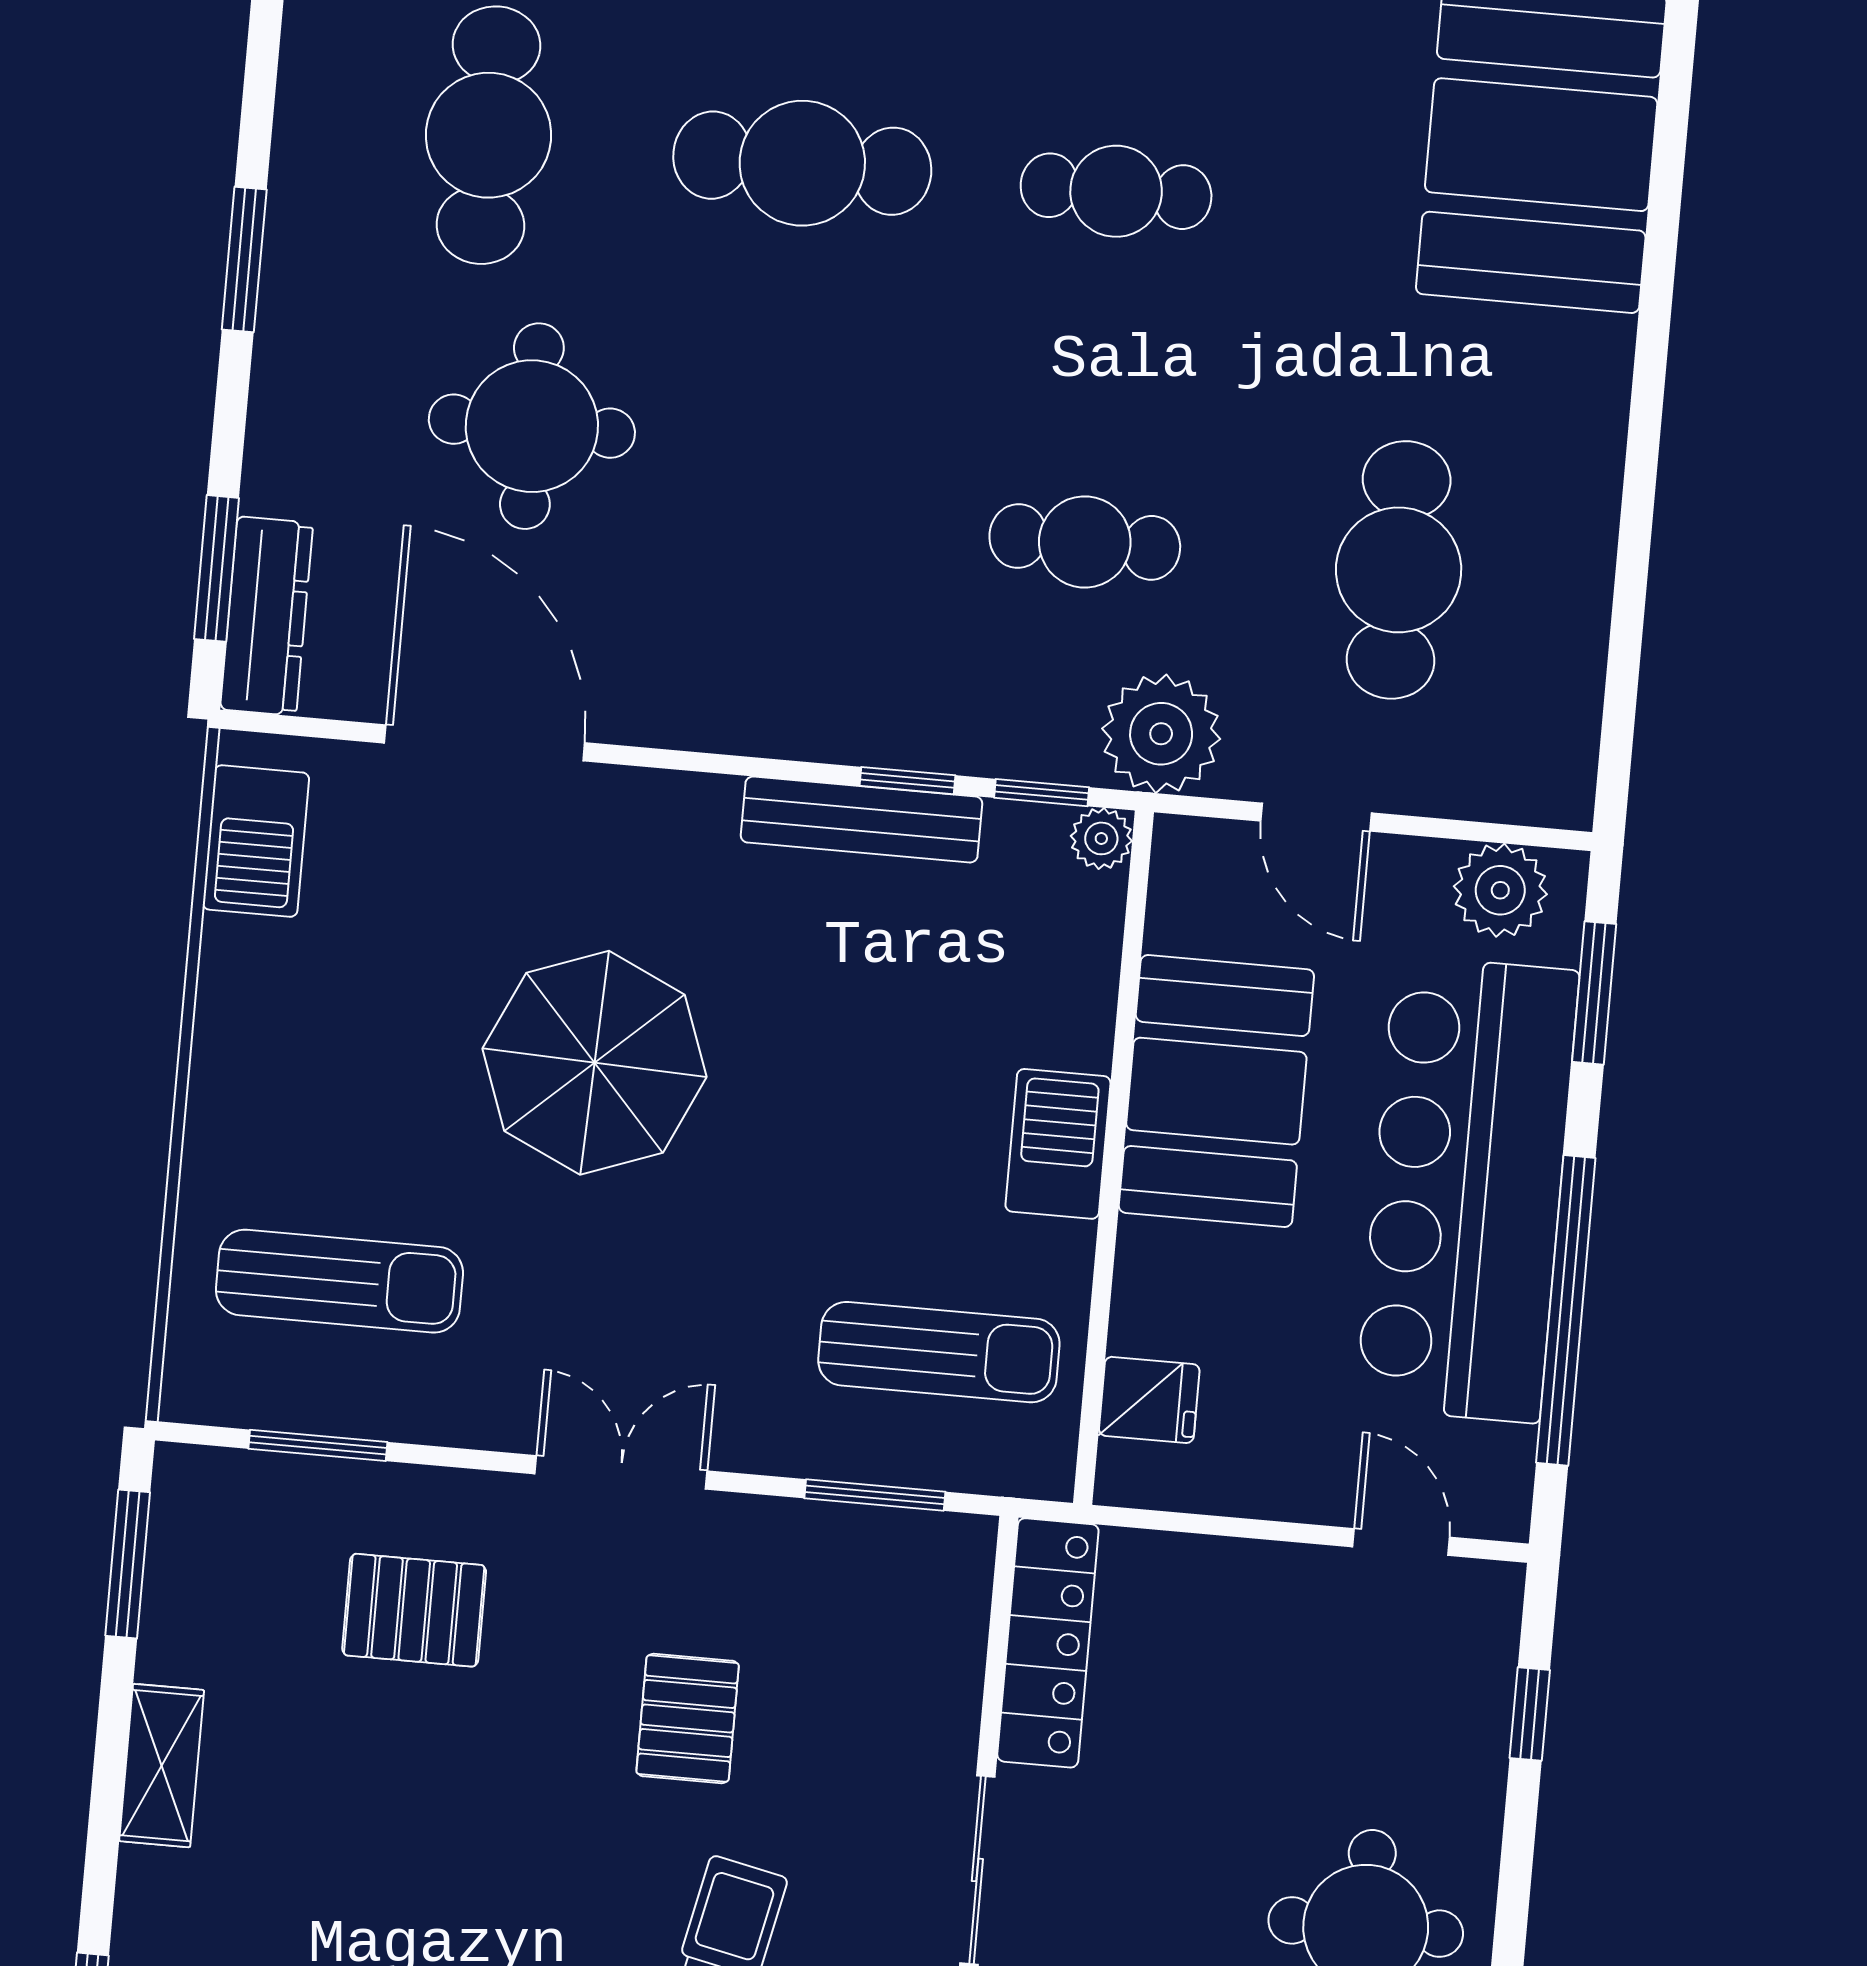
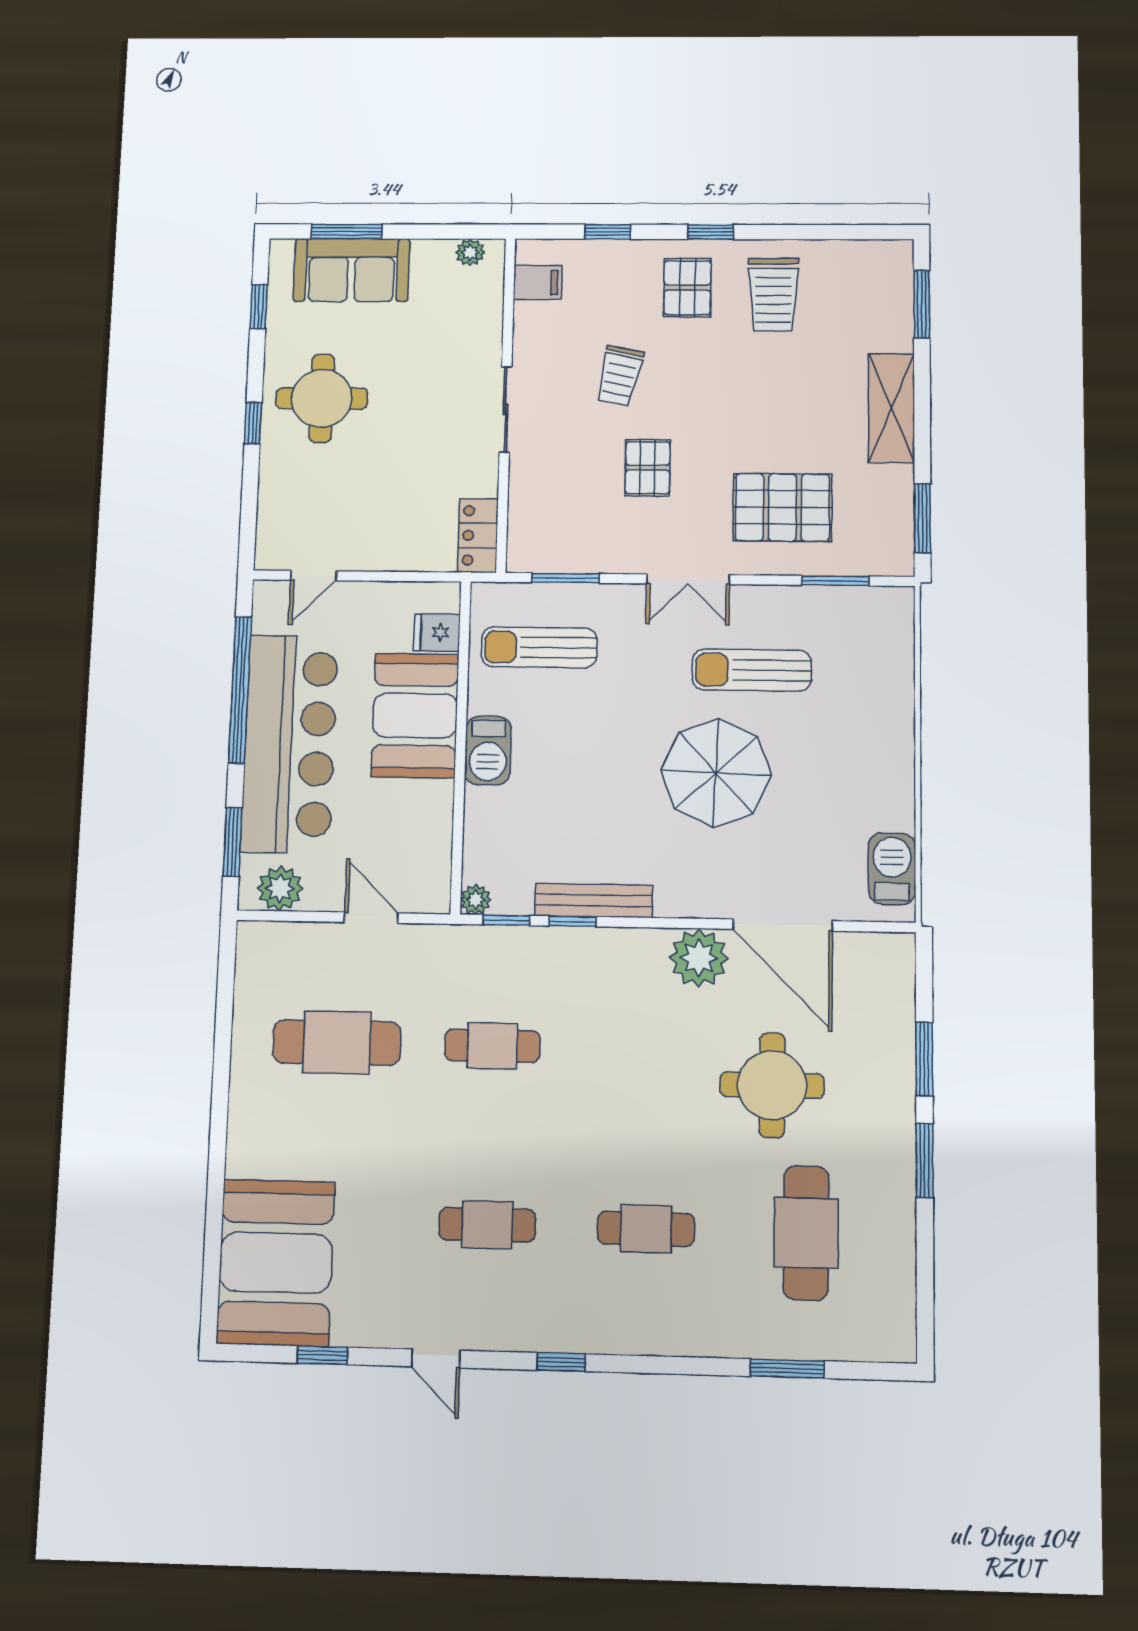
cafe table: (802, 163) -> (646, 1229), width x0.73, depth x0.74
window: (217, 568) -> (924, 1059), moved
cafe table: (1399, 570) -> (337, 1043), turned 90
dresser: (267, 616) -> (897, 980), removed
plant: (1161, 734) -> (699, 958), moved
booth: (1216, 1091) -> (415, 715), moved
sun lounger: (339, 1281) -> (752, 670), moved
door: (1401, 1542) -> (313, 576), hinge flipped
pallet: (414, 1610) -> (782, 507), width x1.50, depth x1.42
locker: (1048, 1643) -> (478, 535), width x0.66
window: (1530, 1714) -> (253, 423), moved
shelving: (162, 1766) -> (891, 408), width x1.50, depth x1.33

